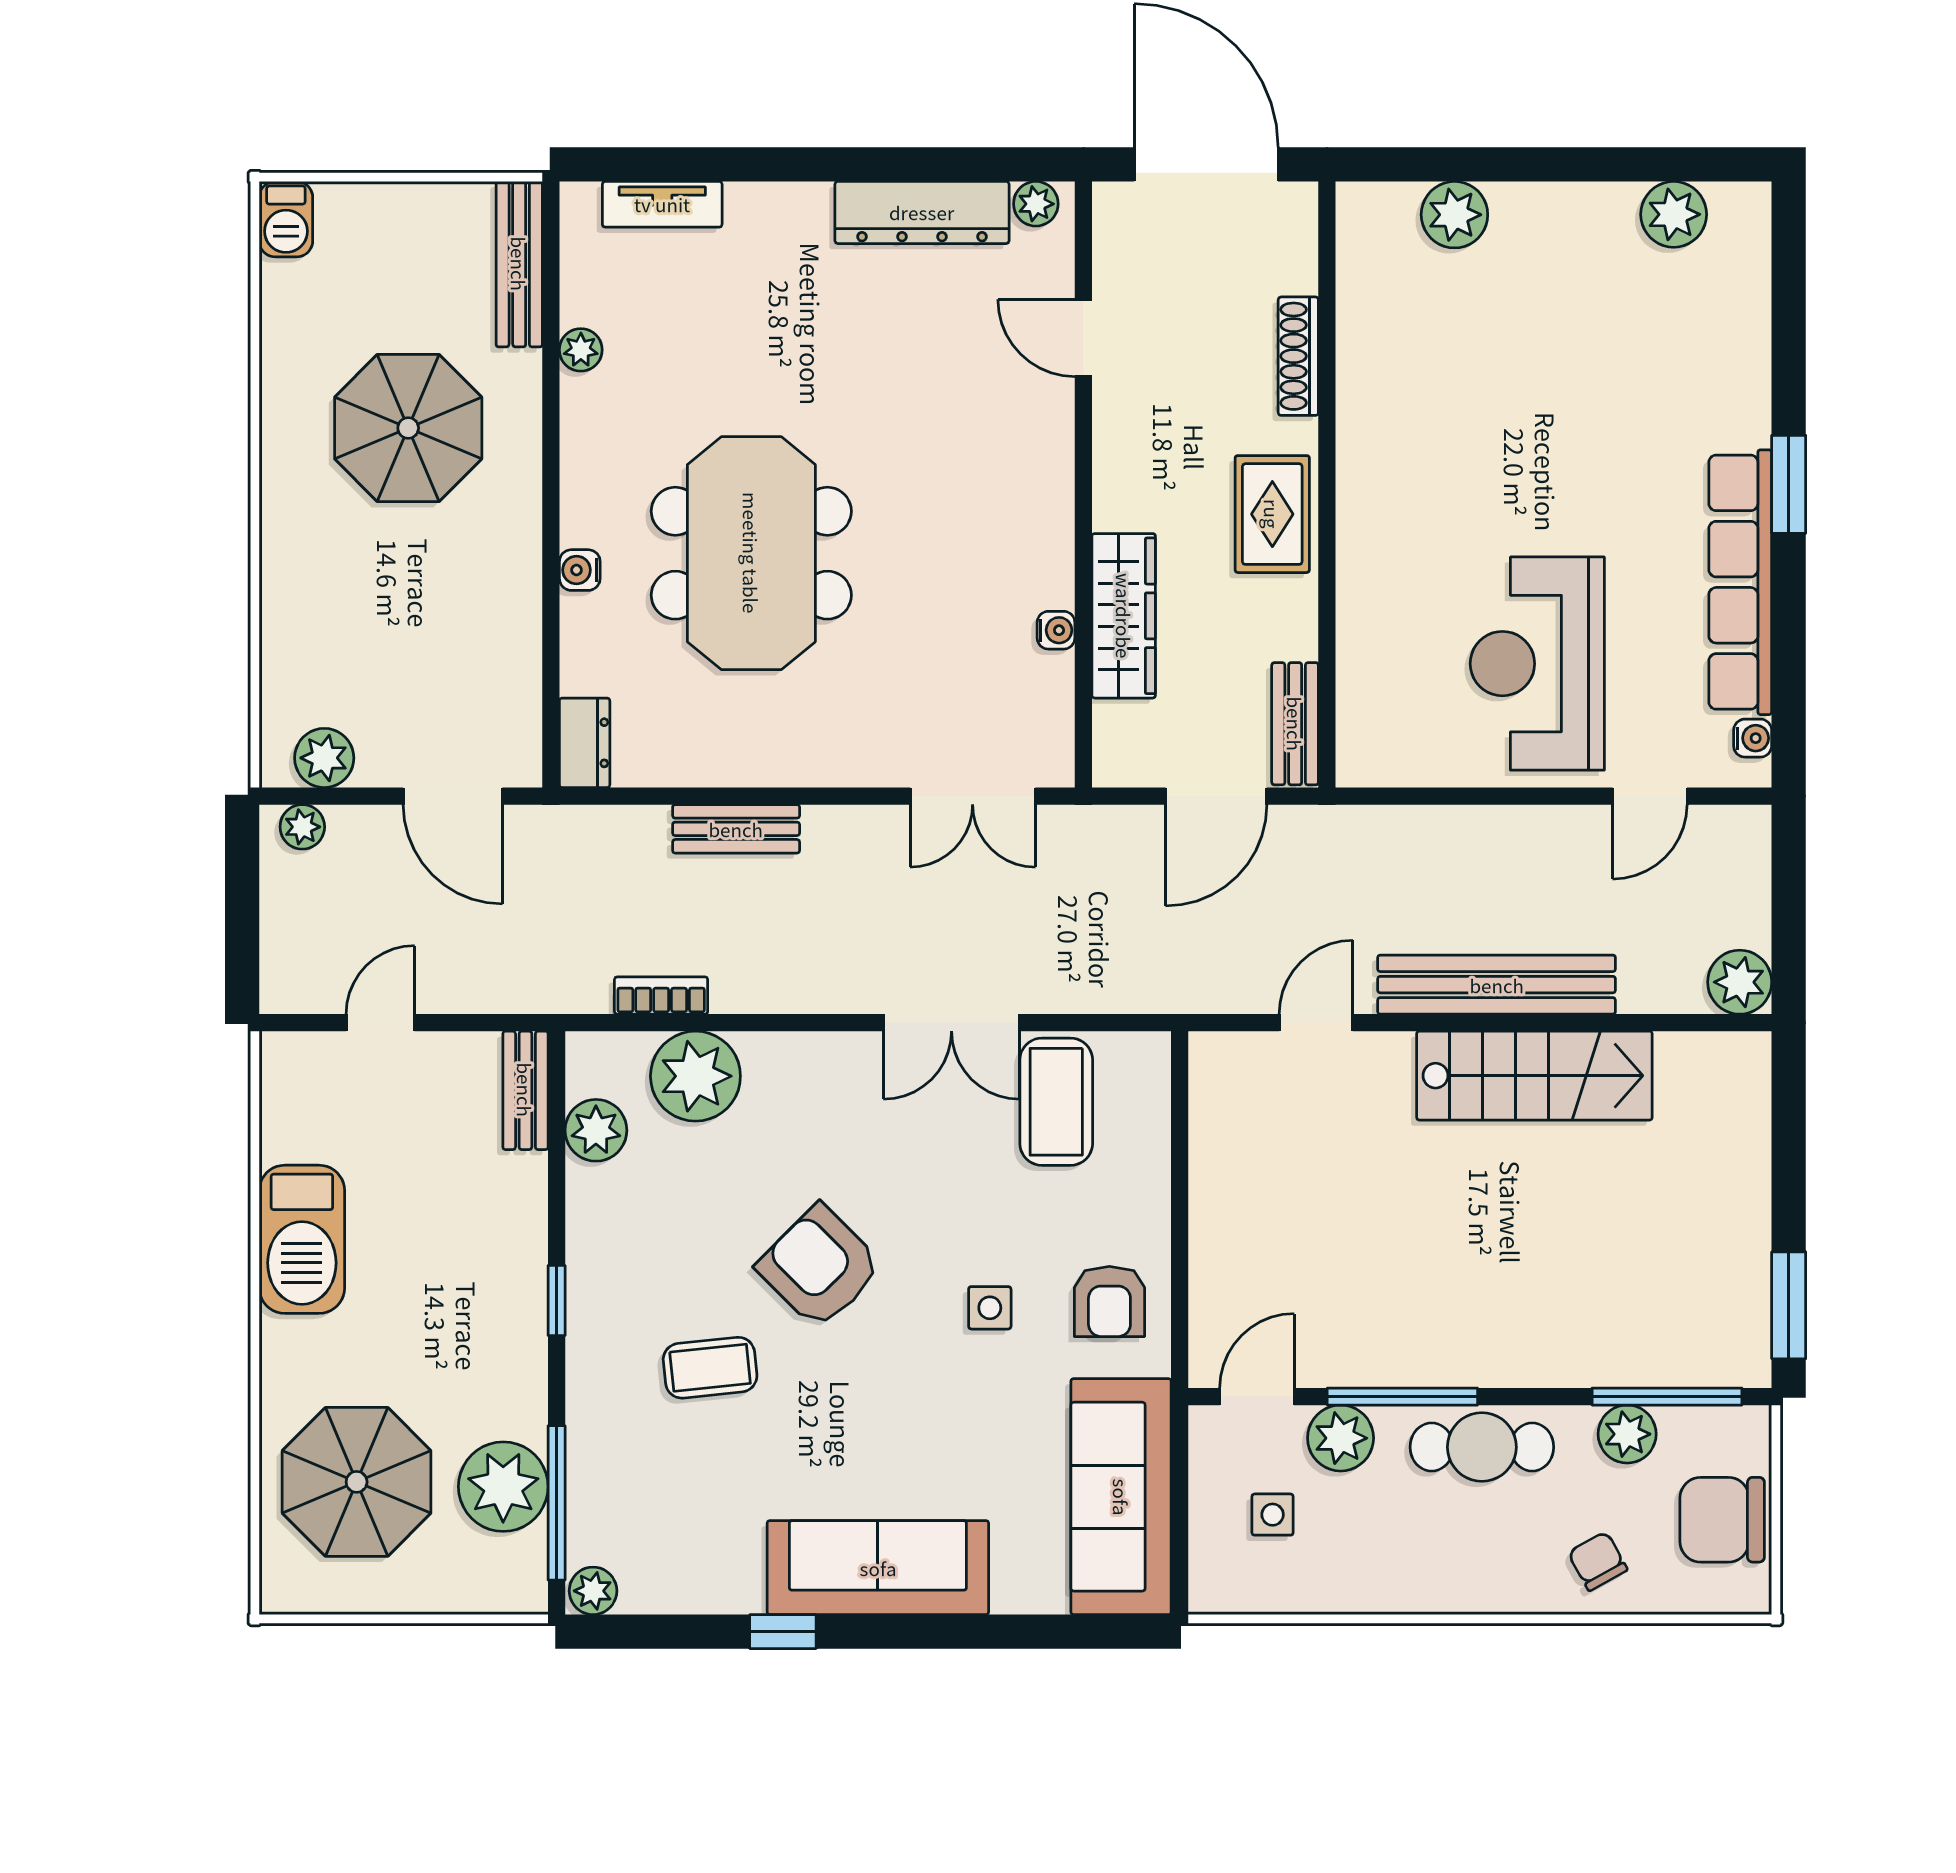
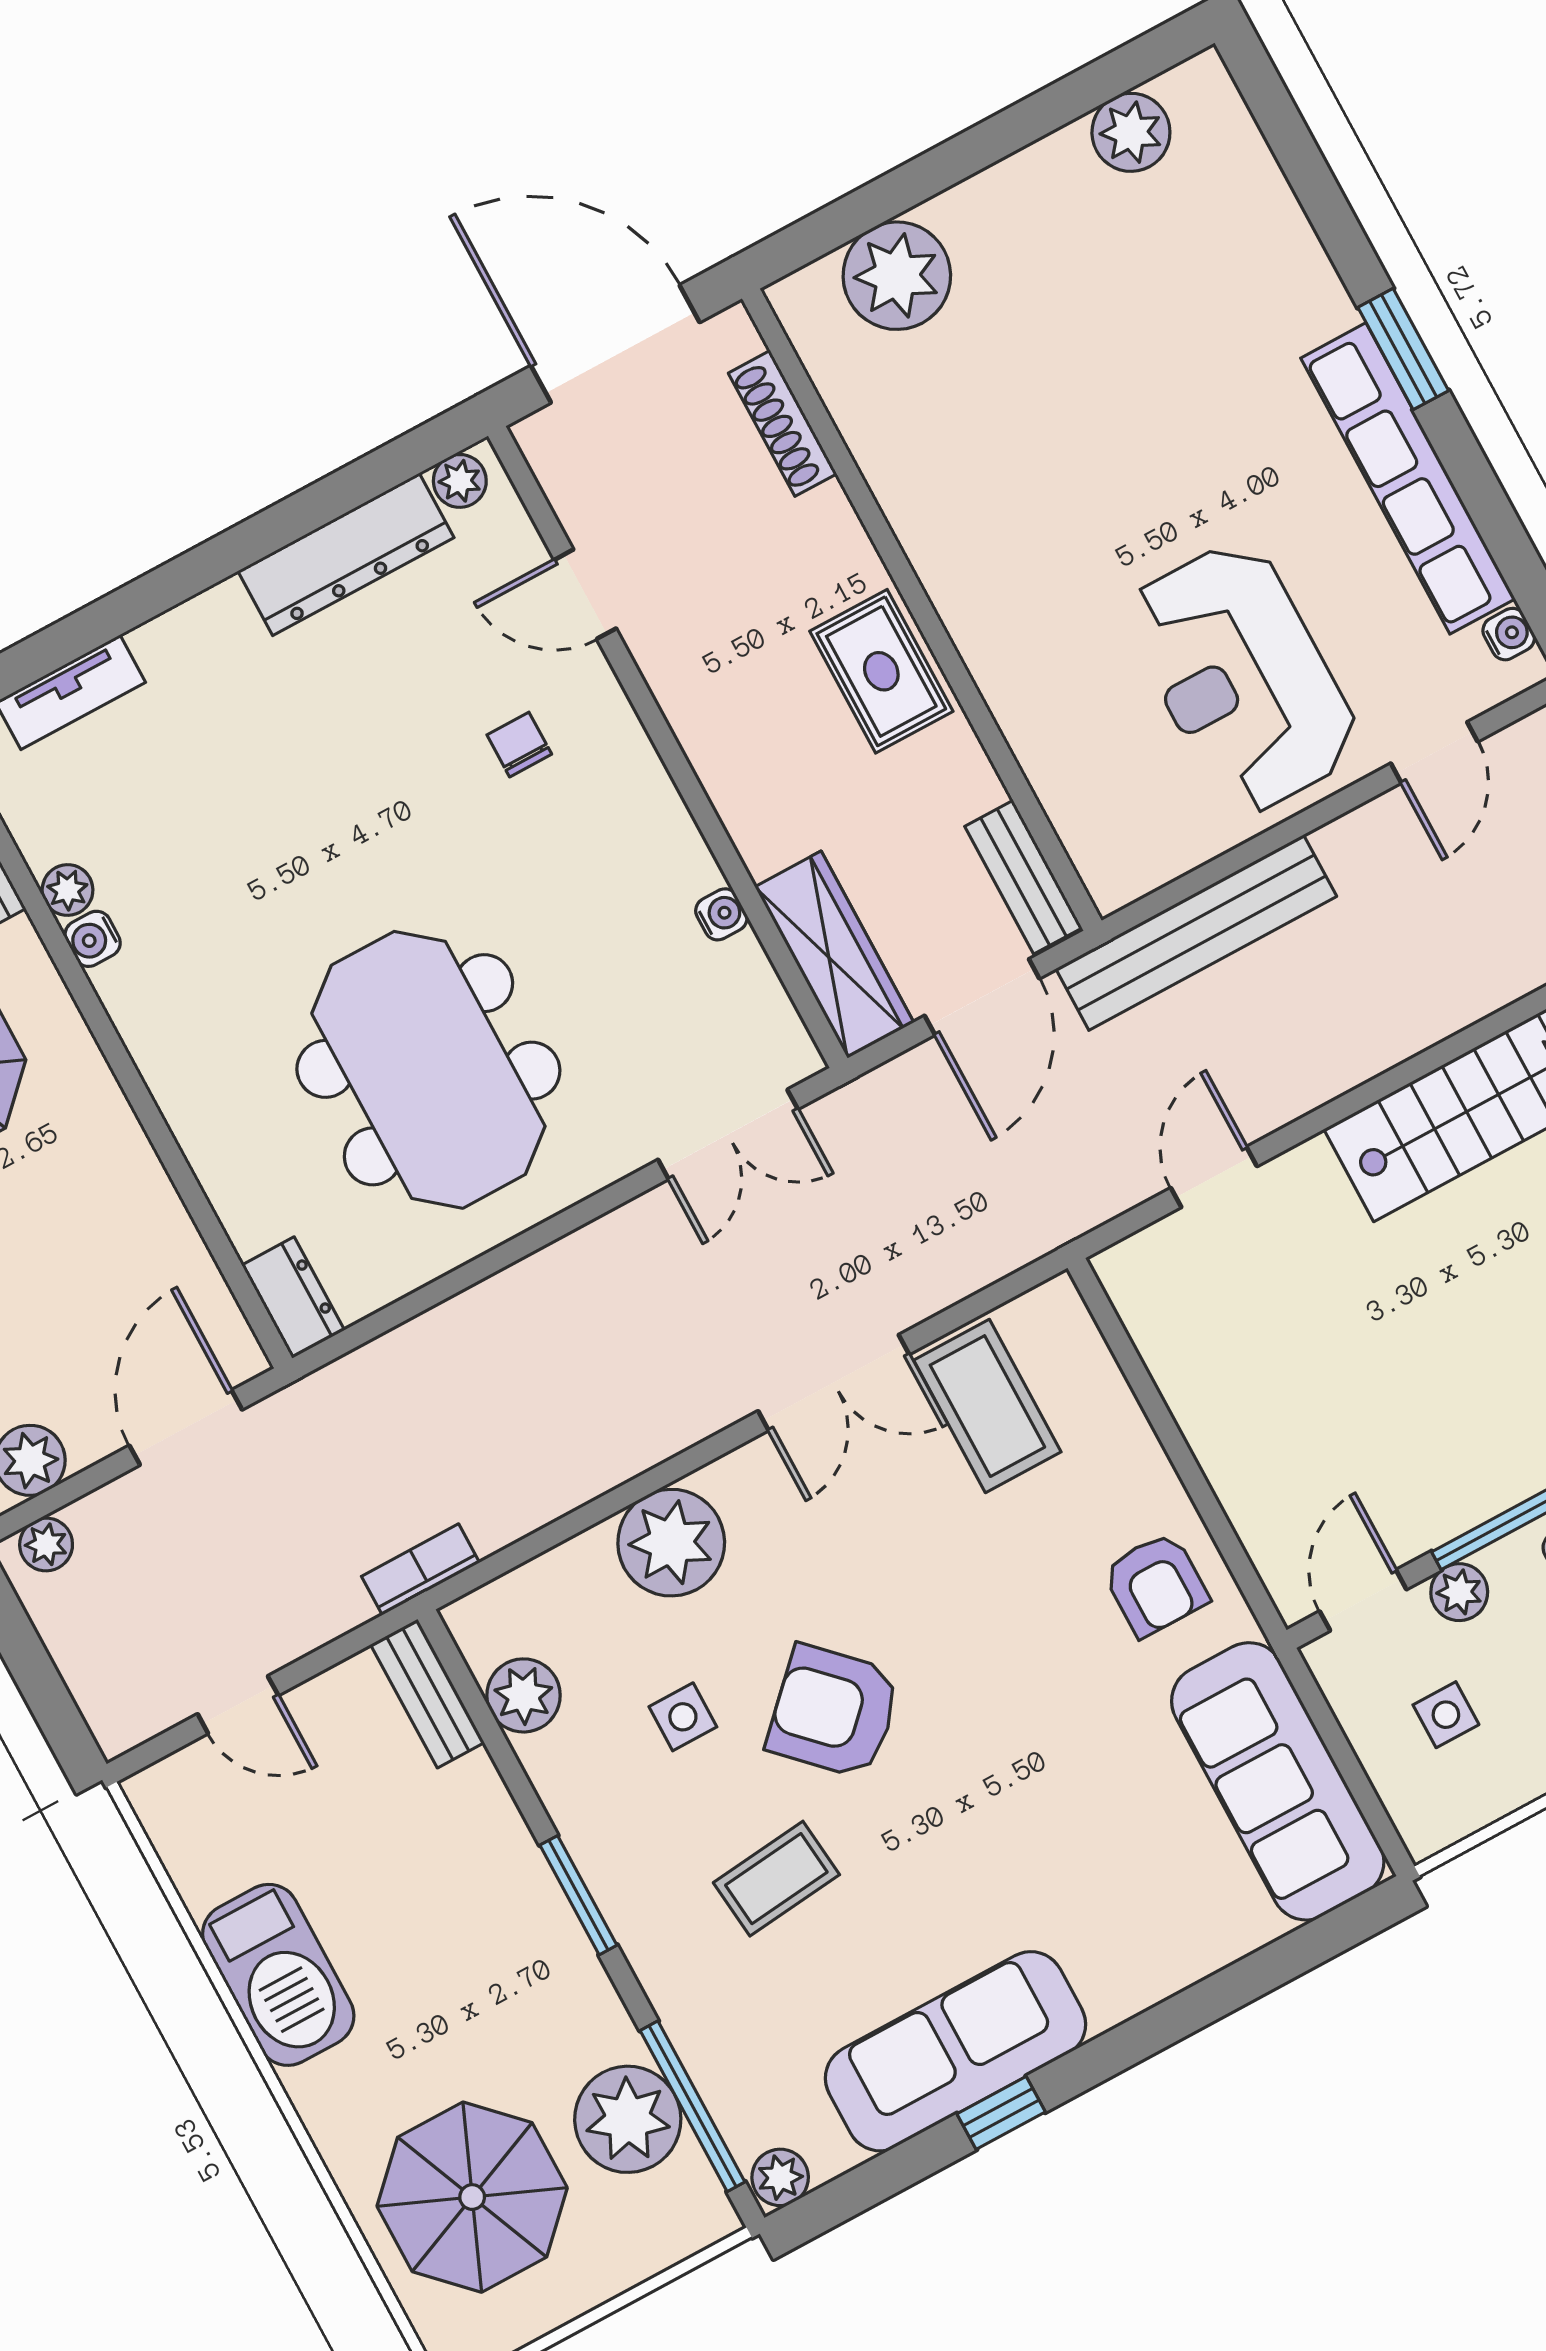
plant: (1454, 215) -> (897, 276), width x1.36, depth x1.36
shoe rack: (1298, 356) -> (783, 423), moved
chair: (974, 423) -> (519, 745), added
meeting table: (751, 553) -> (428, 1070), moved
water cooler: (580, 570) -> (93, 939), moved
wardrobe: (1124, 616) -> (834, 955), moved
door: (453, 796) -> (186, 1428), swing flipped
bench: (736, 829) -> (500, 1302), removed
bench: (1497, 985) -> (1196, 933), moved
bookcase: (661, 996) -> (420, 1569), moved
door: (380, 1023) -> (238, 1705), swing flipped
plant: (695, 1076) -> (671, 1543), moved
window: (557, 1301) -> (578, 1895), width x1.50
side table: (990, 1308) -> (683, 1717), moved
plant: (1341, 1438) -> (1459, 1592), width x0.73, depth x0.73
sofa: (878, 1568) -> (955, 2051), moved

